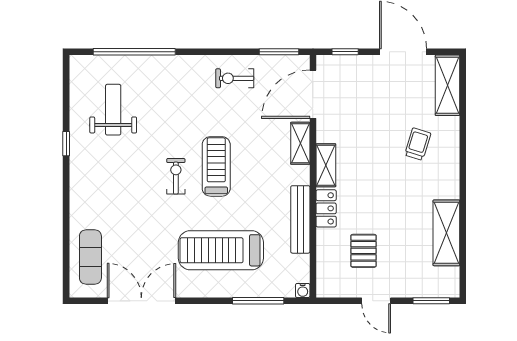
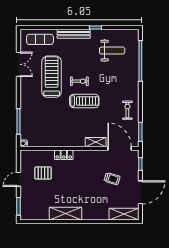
trolley: (418, 144) -> (112, 179), moved
shelving: (326, 165) -> (85, 155), removed
bench: (300, 219) -> (74, 34), moved
shelving: (446, 233) -> (66, 214), moved
treadmill: (221, 250) -> (52, 77), moved
double door: (141, 301) -> (19, 64), width x0.73

